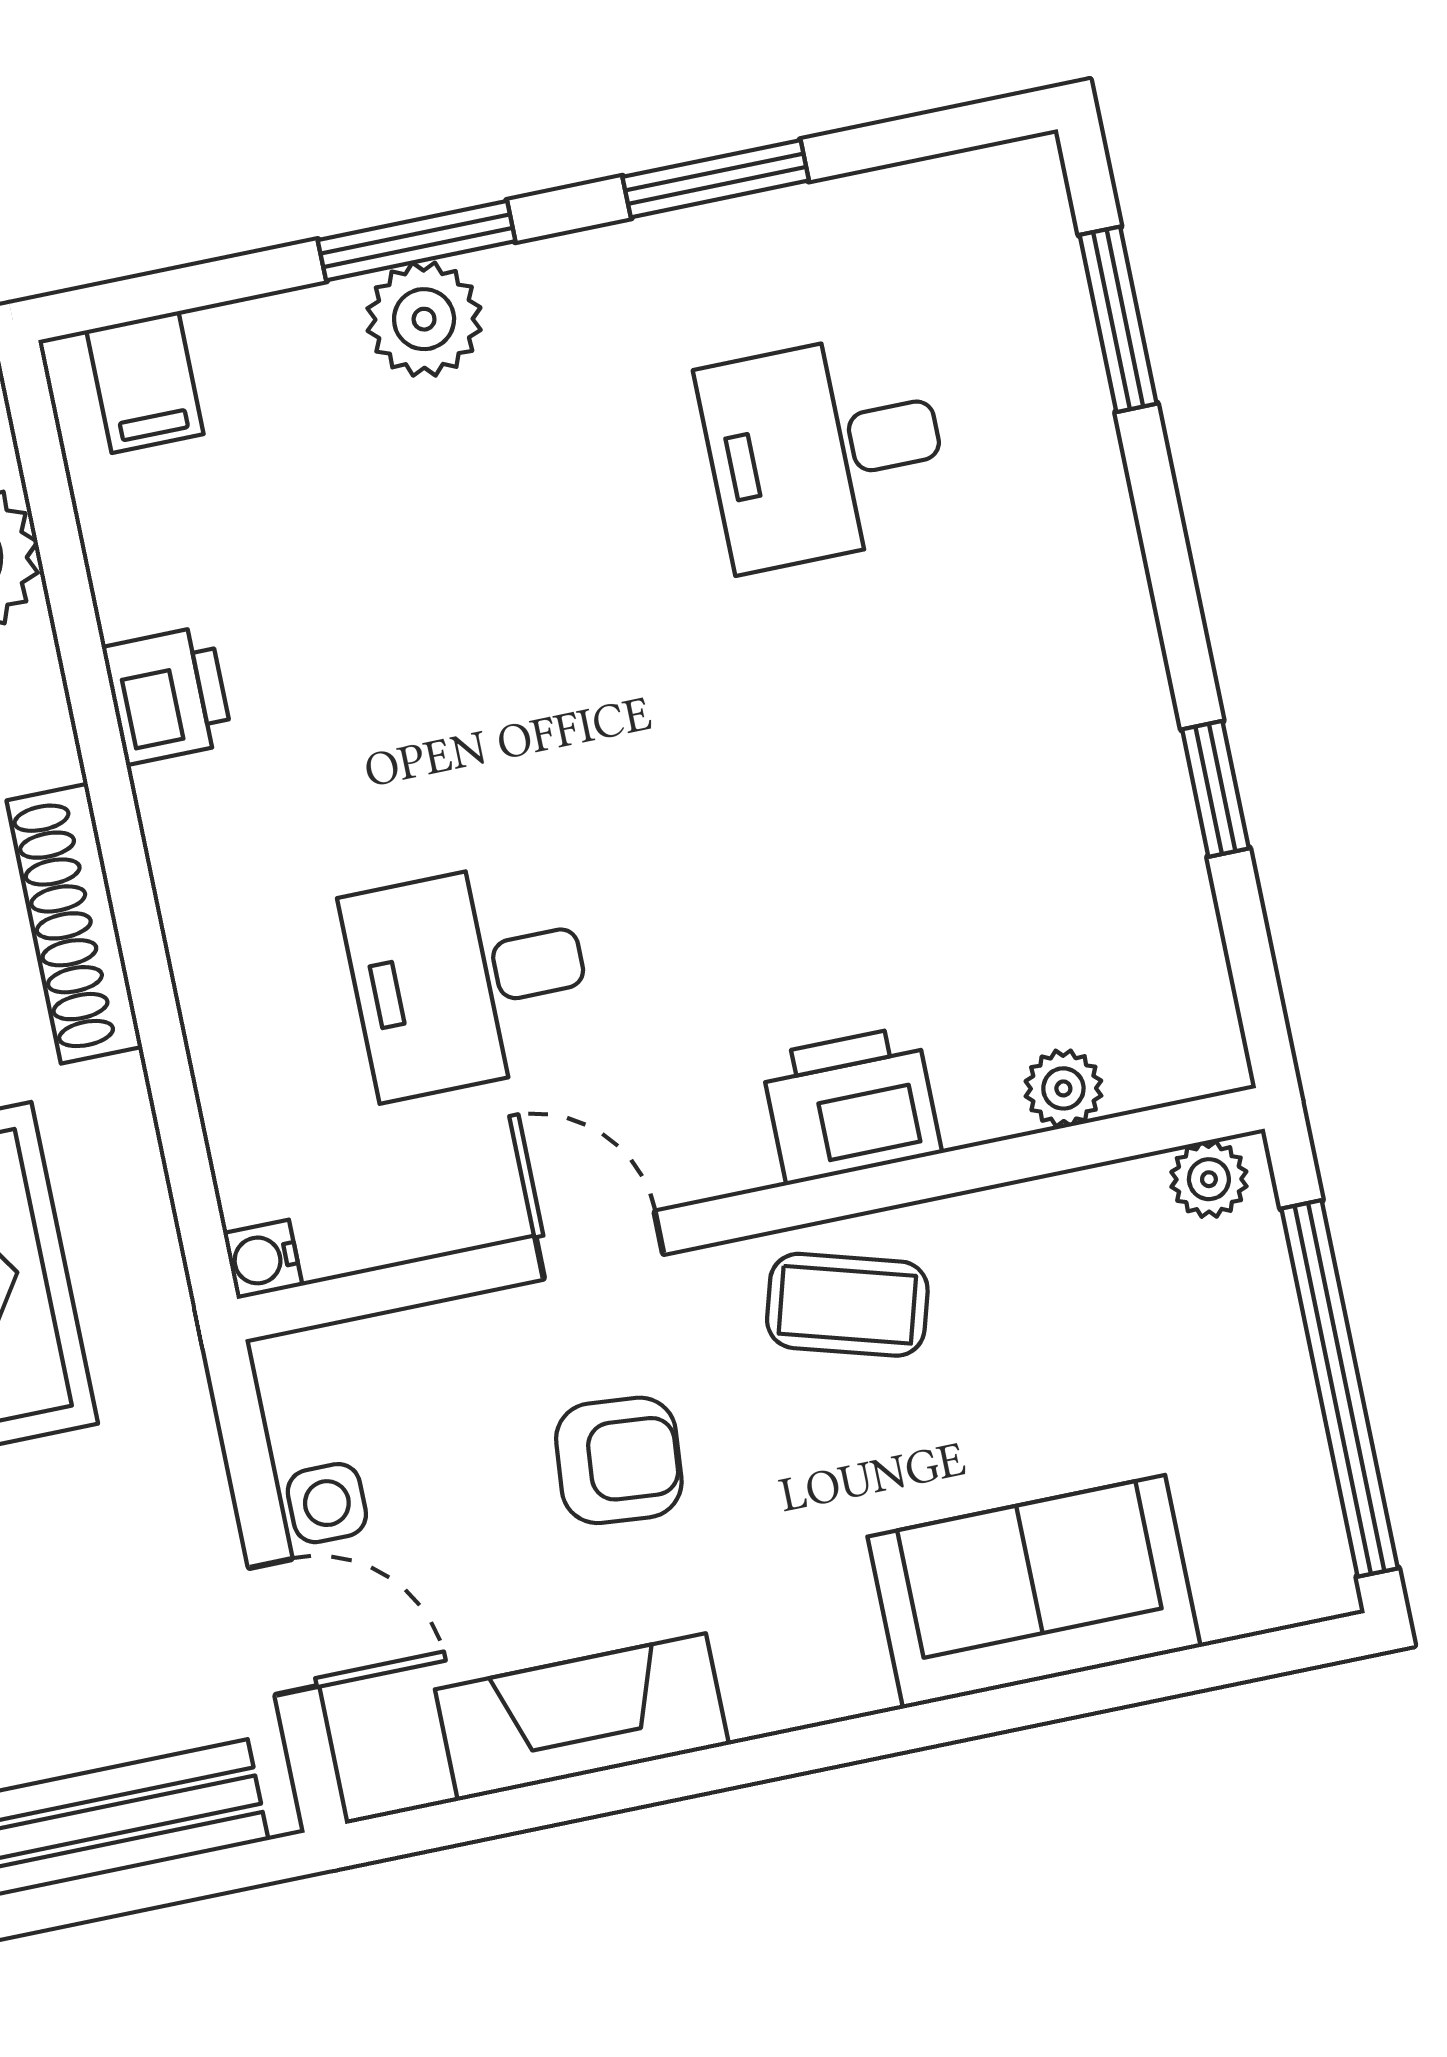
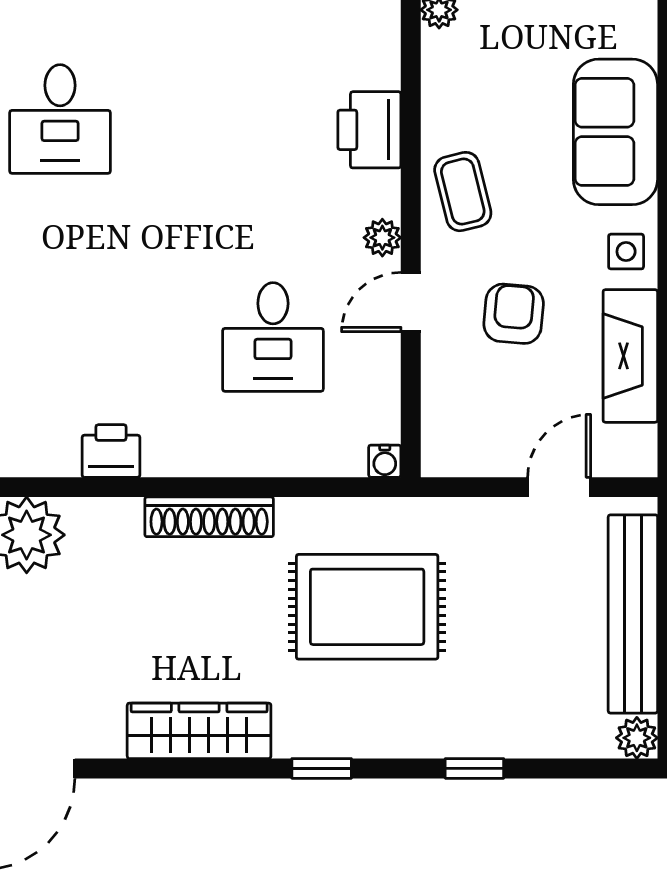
plant: (1063, 1088) -> (382, 238), moved
printer: (851, 1105) -> (369, 130), moved
coffee table: (847, 1305) -> (463, 192), turned -30
side table: (327, 1503) -> (626, 252), moved

